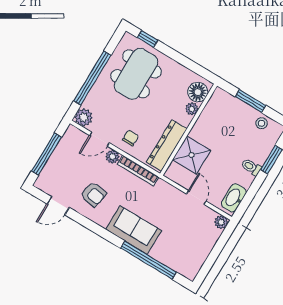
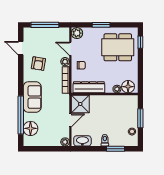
window: (92, 78) -> (101, 25), width x0.47
shower: (192, 155) -> (80, 104), moved
floor lamp: (175, 258) -> (30, 128), added

